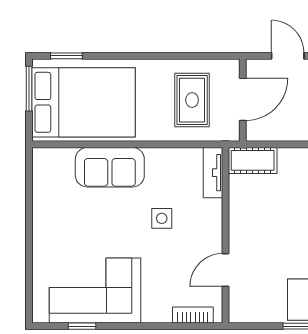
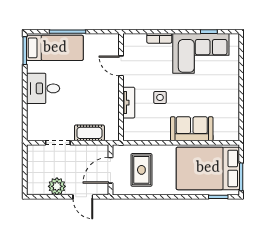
cot: (253, 160) -> (89, 133), moved
tv unit: (213, 173) -> (129, 103), moved
door: (226, 270) -> (121, 66), swing flipped
bookcase: (193, 315) -> (159, 38), moved

